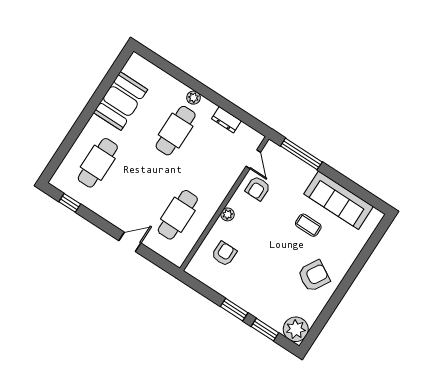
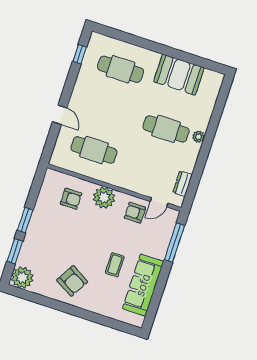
dresser: (226, 120) -> (182, 184), moved
plant: (228, 214) -> (104, 198), width x1.87, depth x1.87

